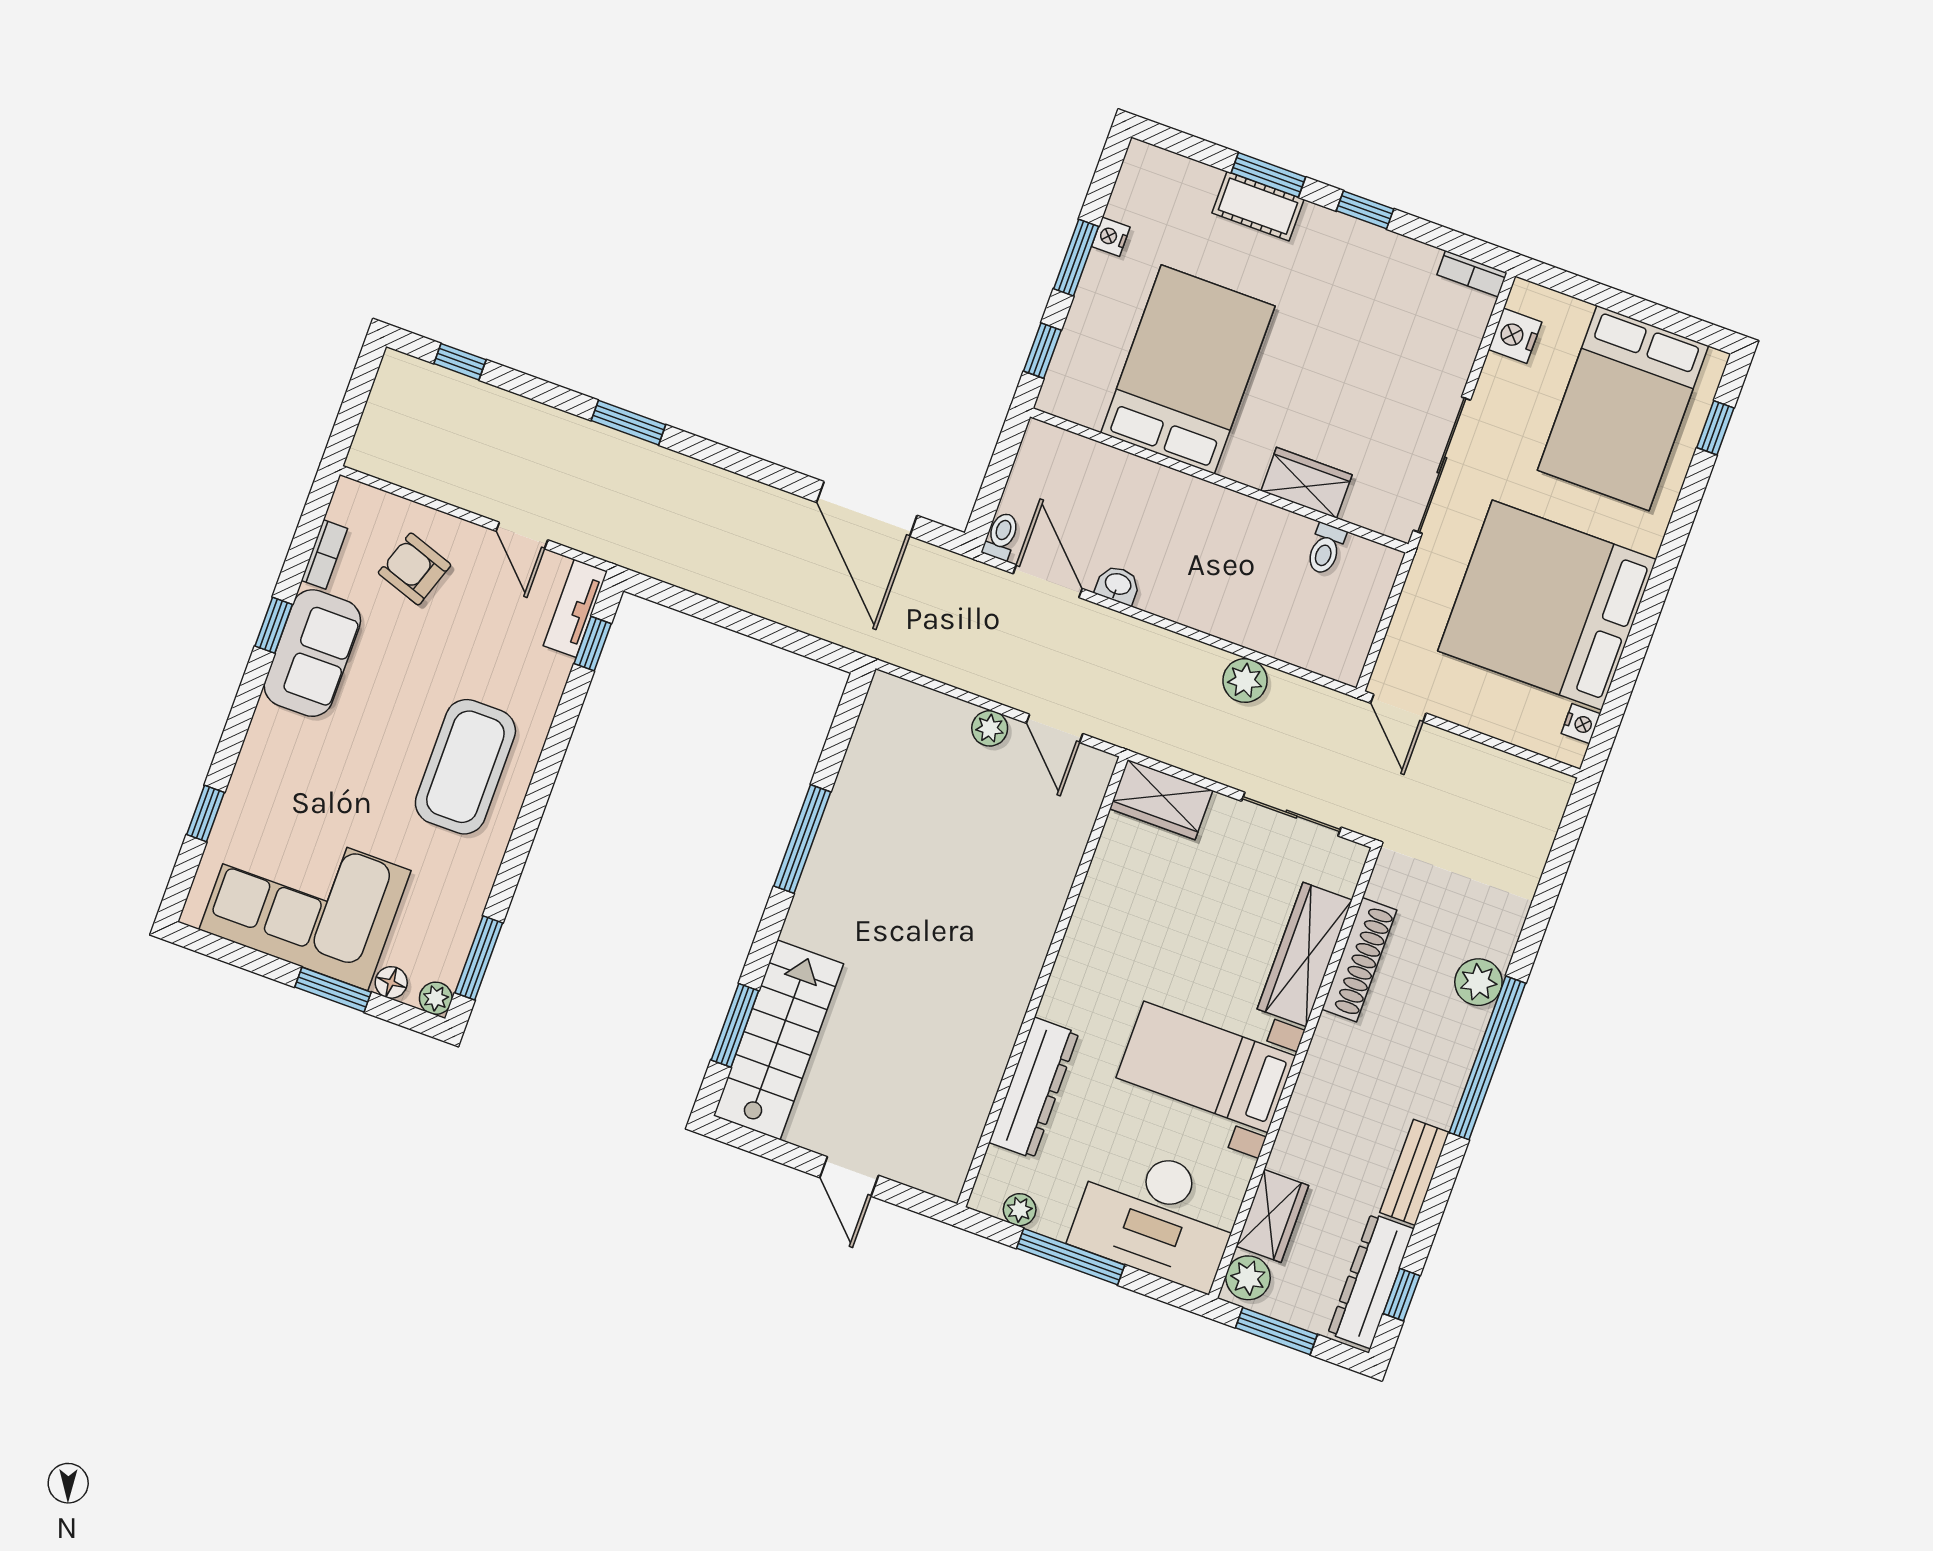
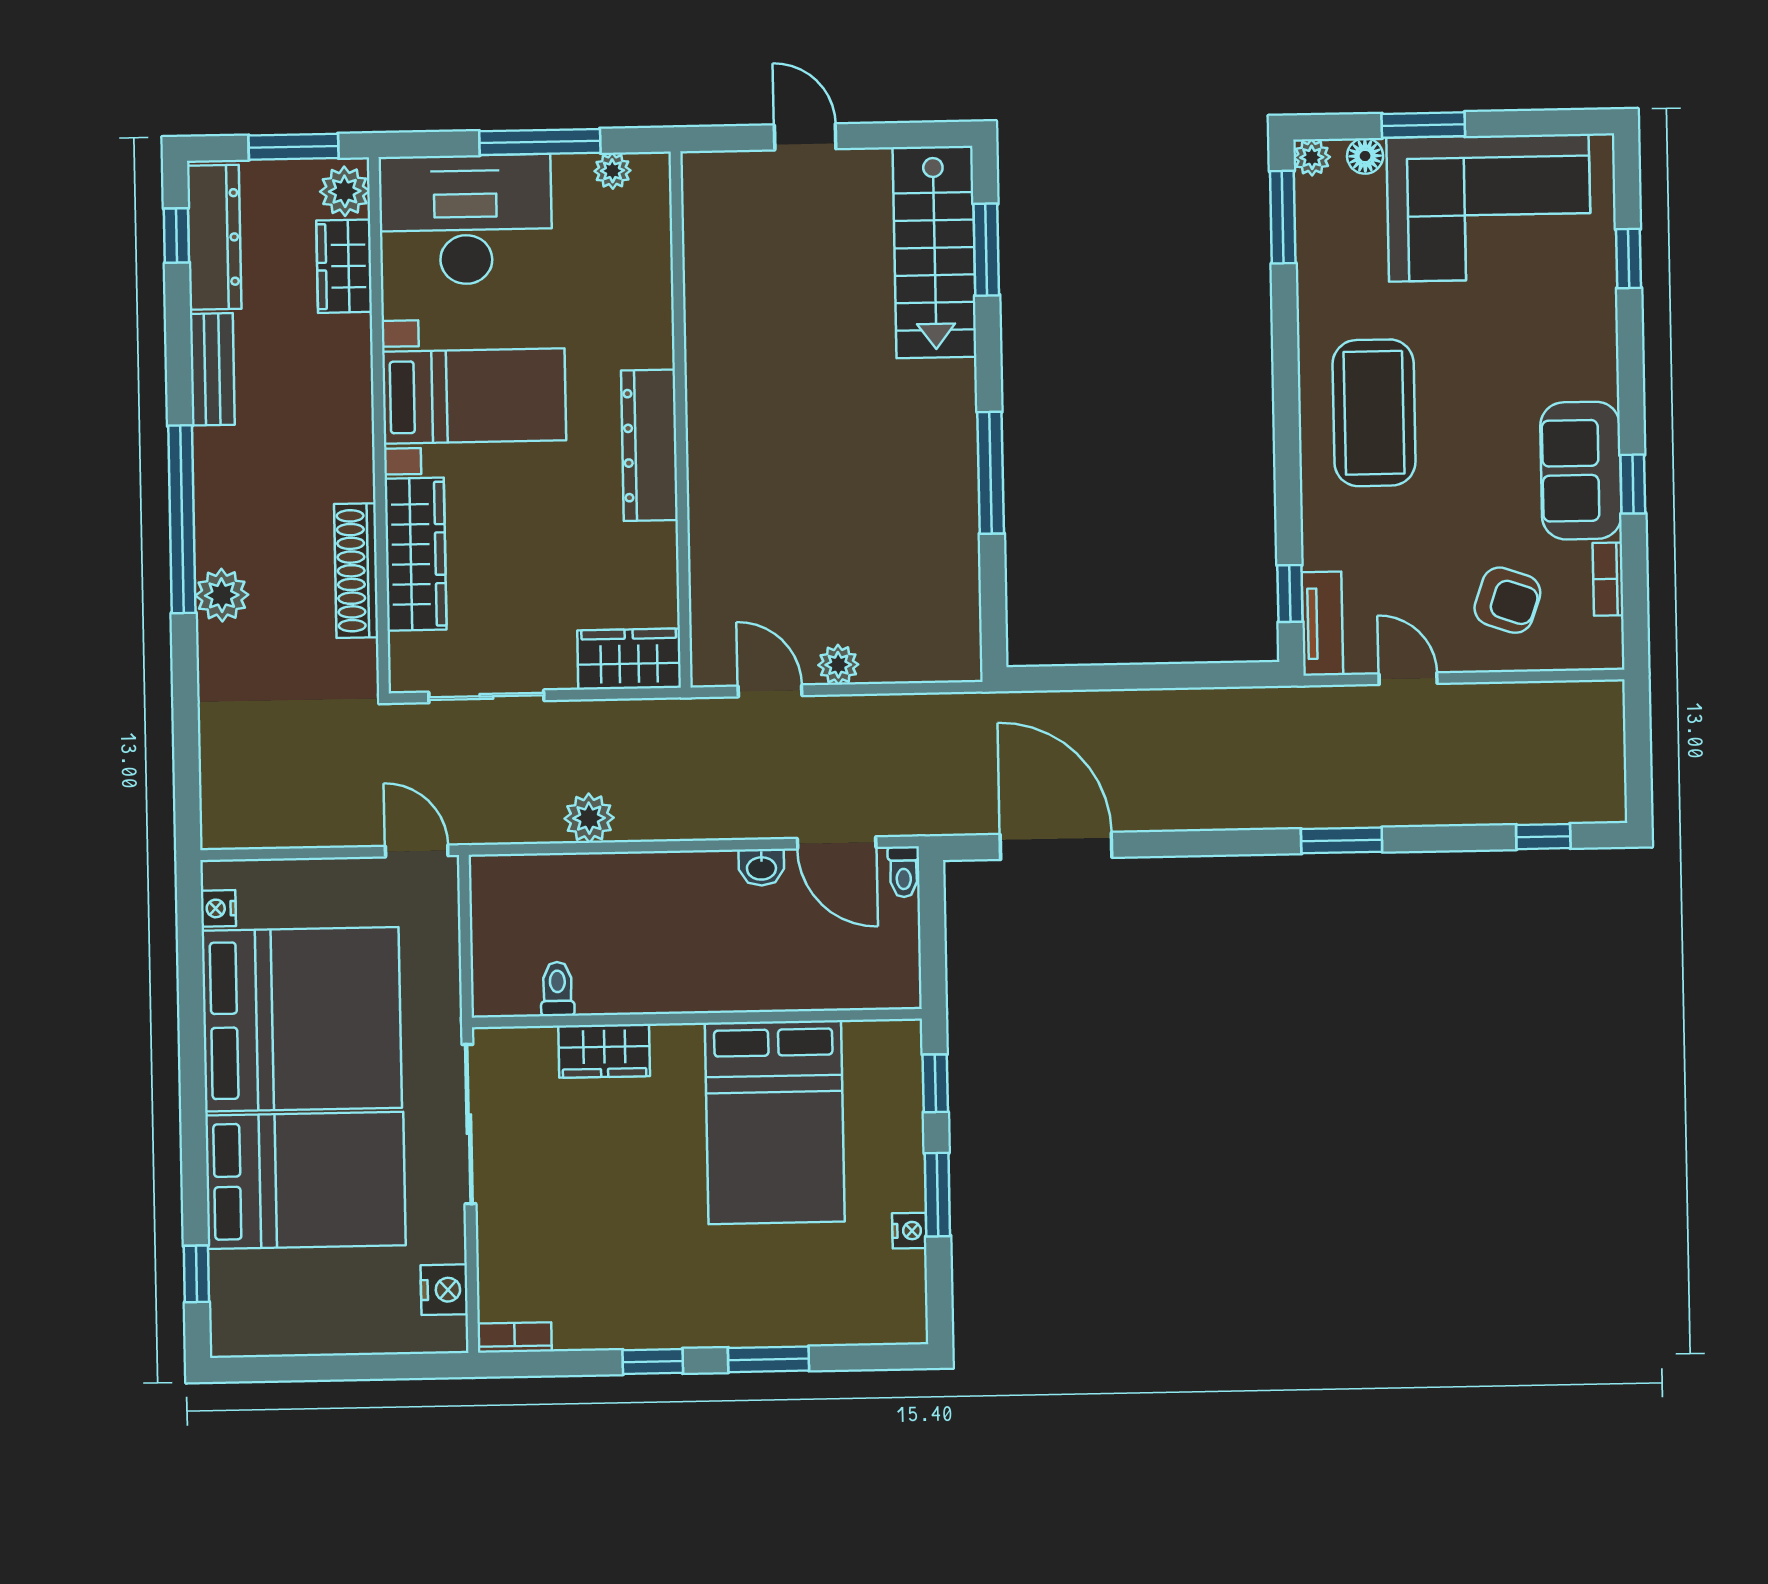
cot: (1258, 206) -> (767, 1322), removed
bed: (1623, 408) -> (305, 1180), moved, turned 90
dresser: (1034, 1088) -> (649, 445), moved

